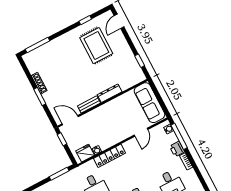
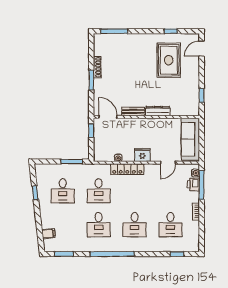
printer: (177, 149) -> (193, 184), moved
fridge: (85, 153) -> (142, 155), moved

